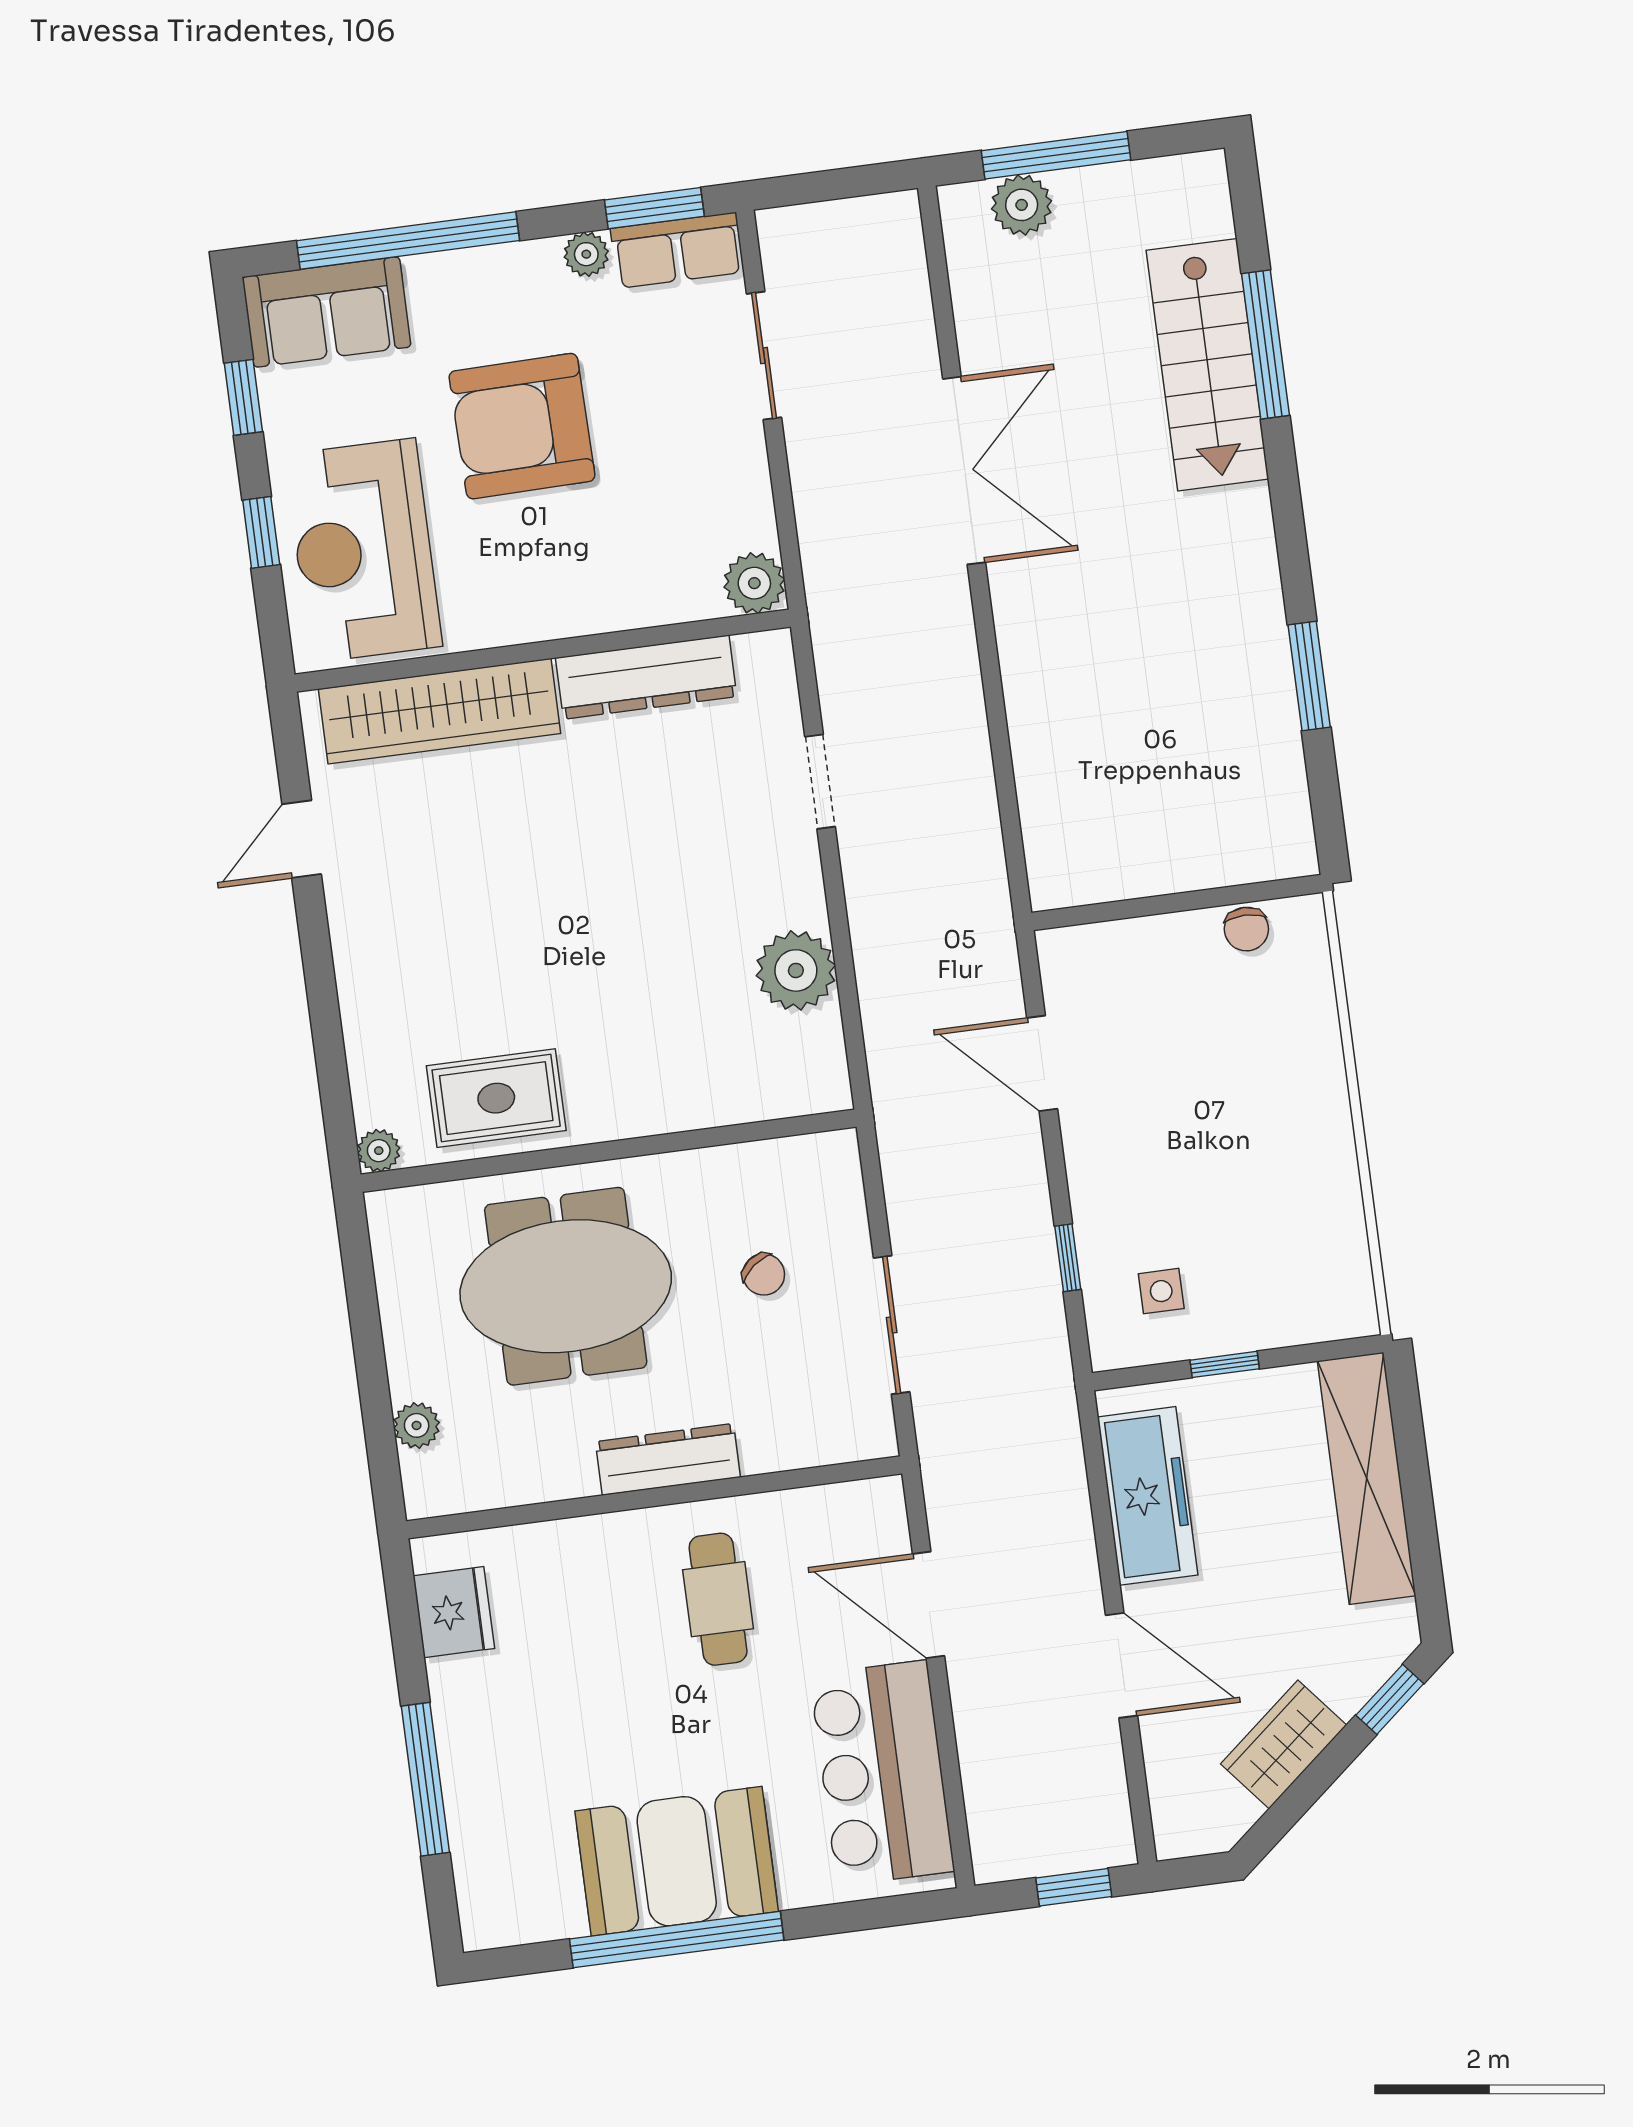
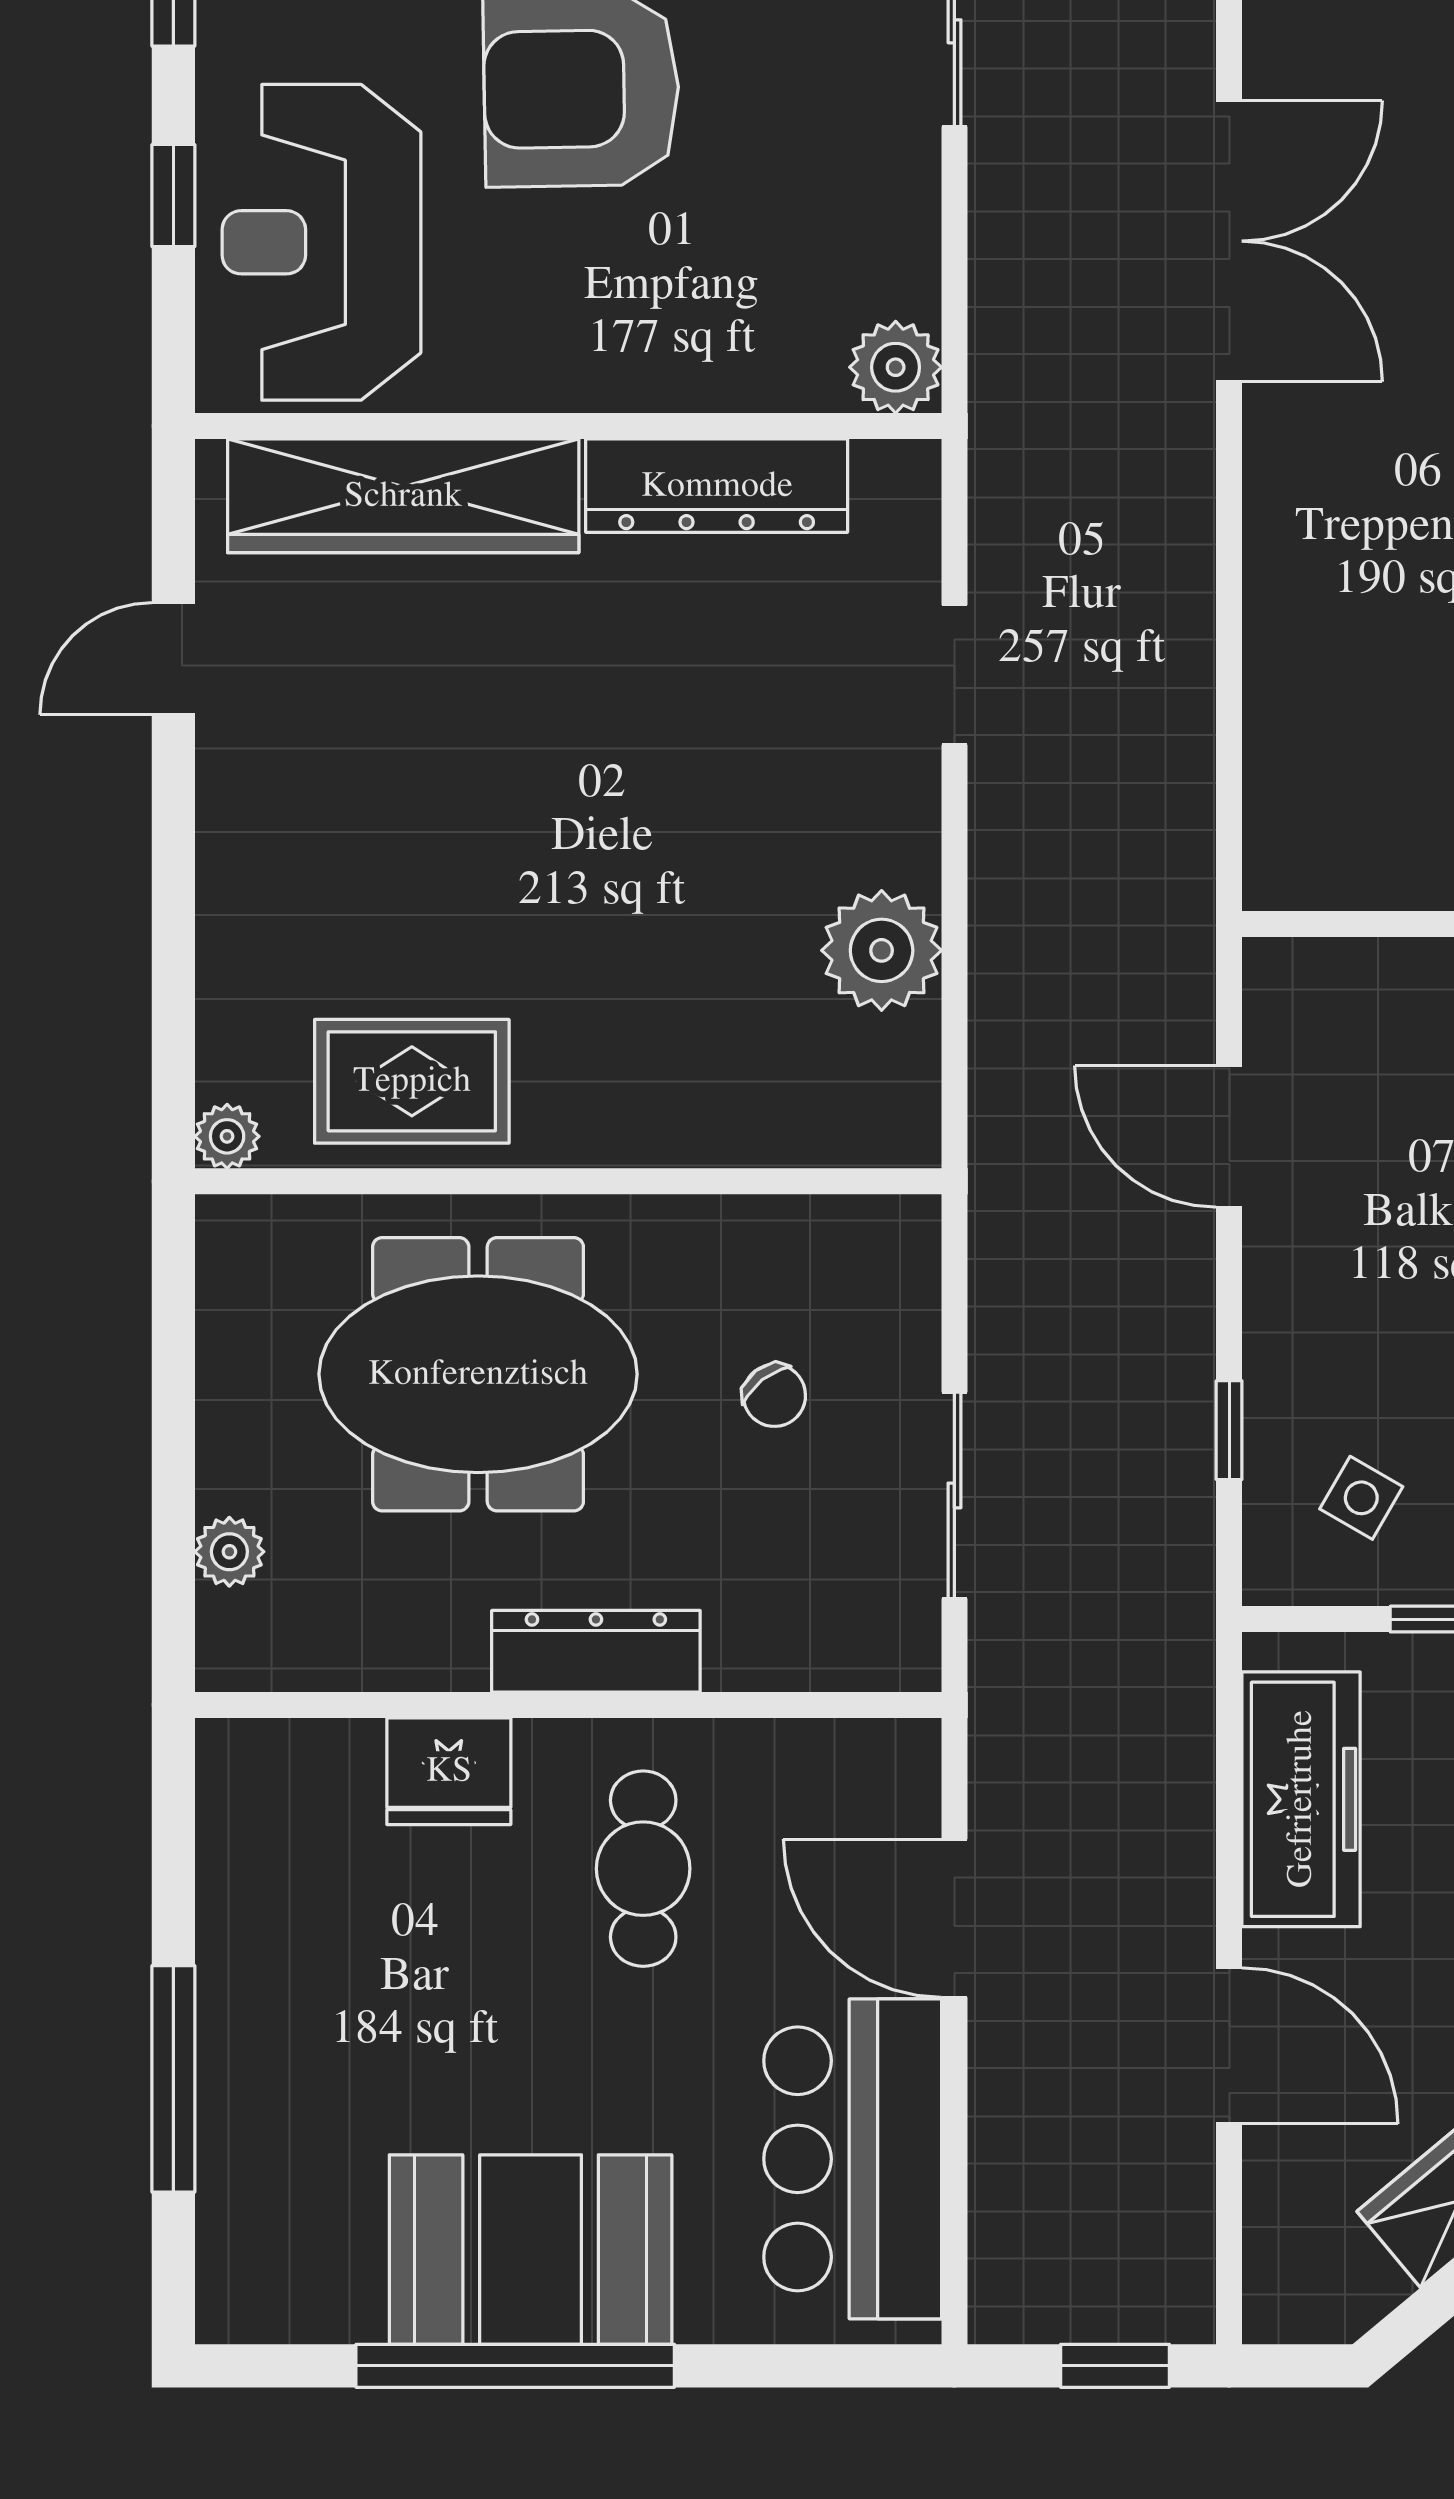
side table: (1161, 1291) -> (1361, 1498), turned 30
fridge: (454, 1612) -> (449, 1771), moved, turned 90

